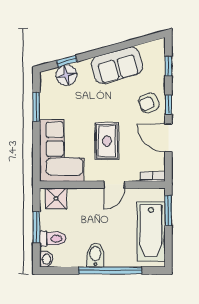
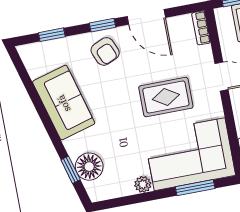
window: (36, 107) -> (195, 188), moved
plant: (46, 112) -> (143, 184), added
door: (168, 138) -> (146, 17), hinge flipped

